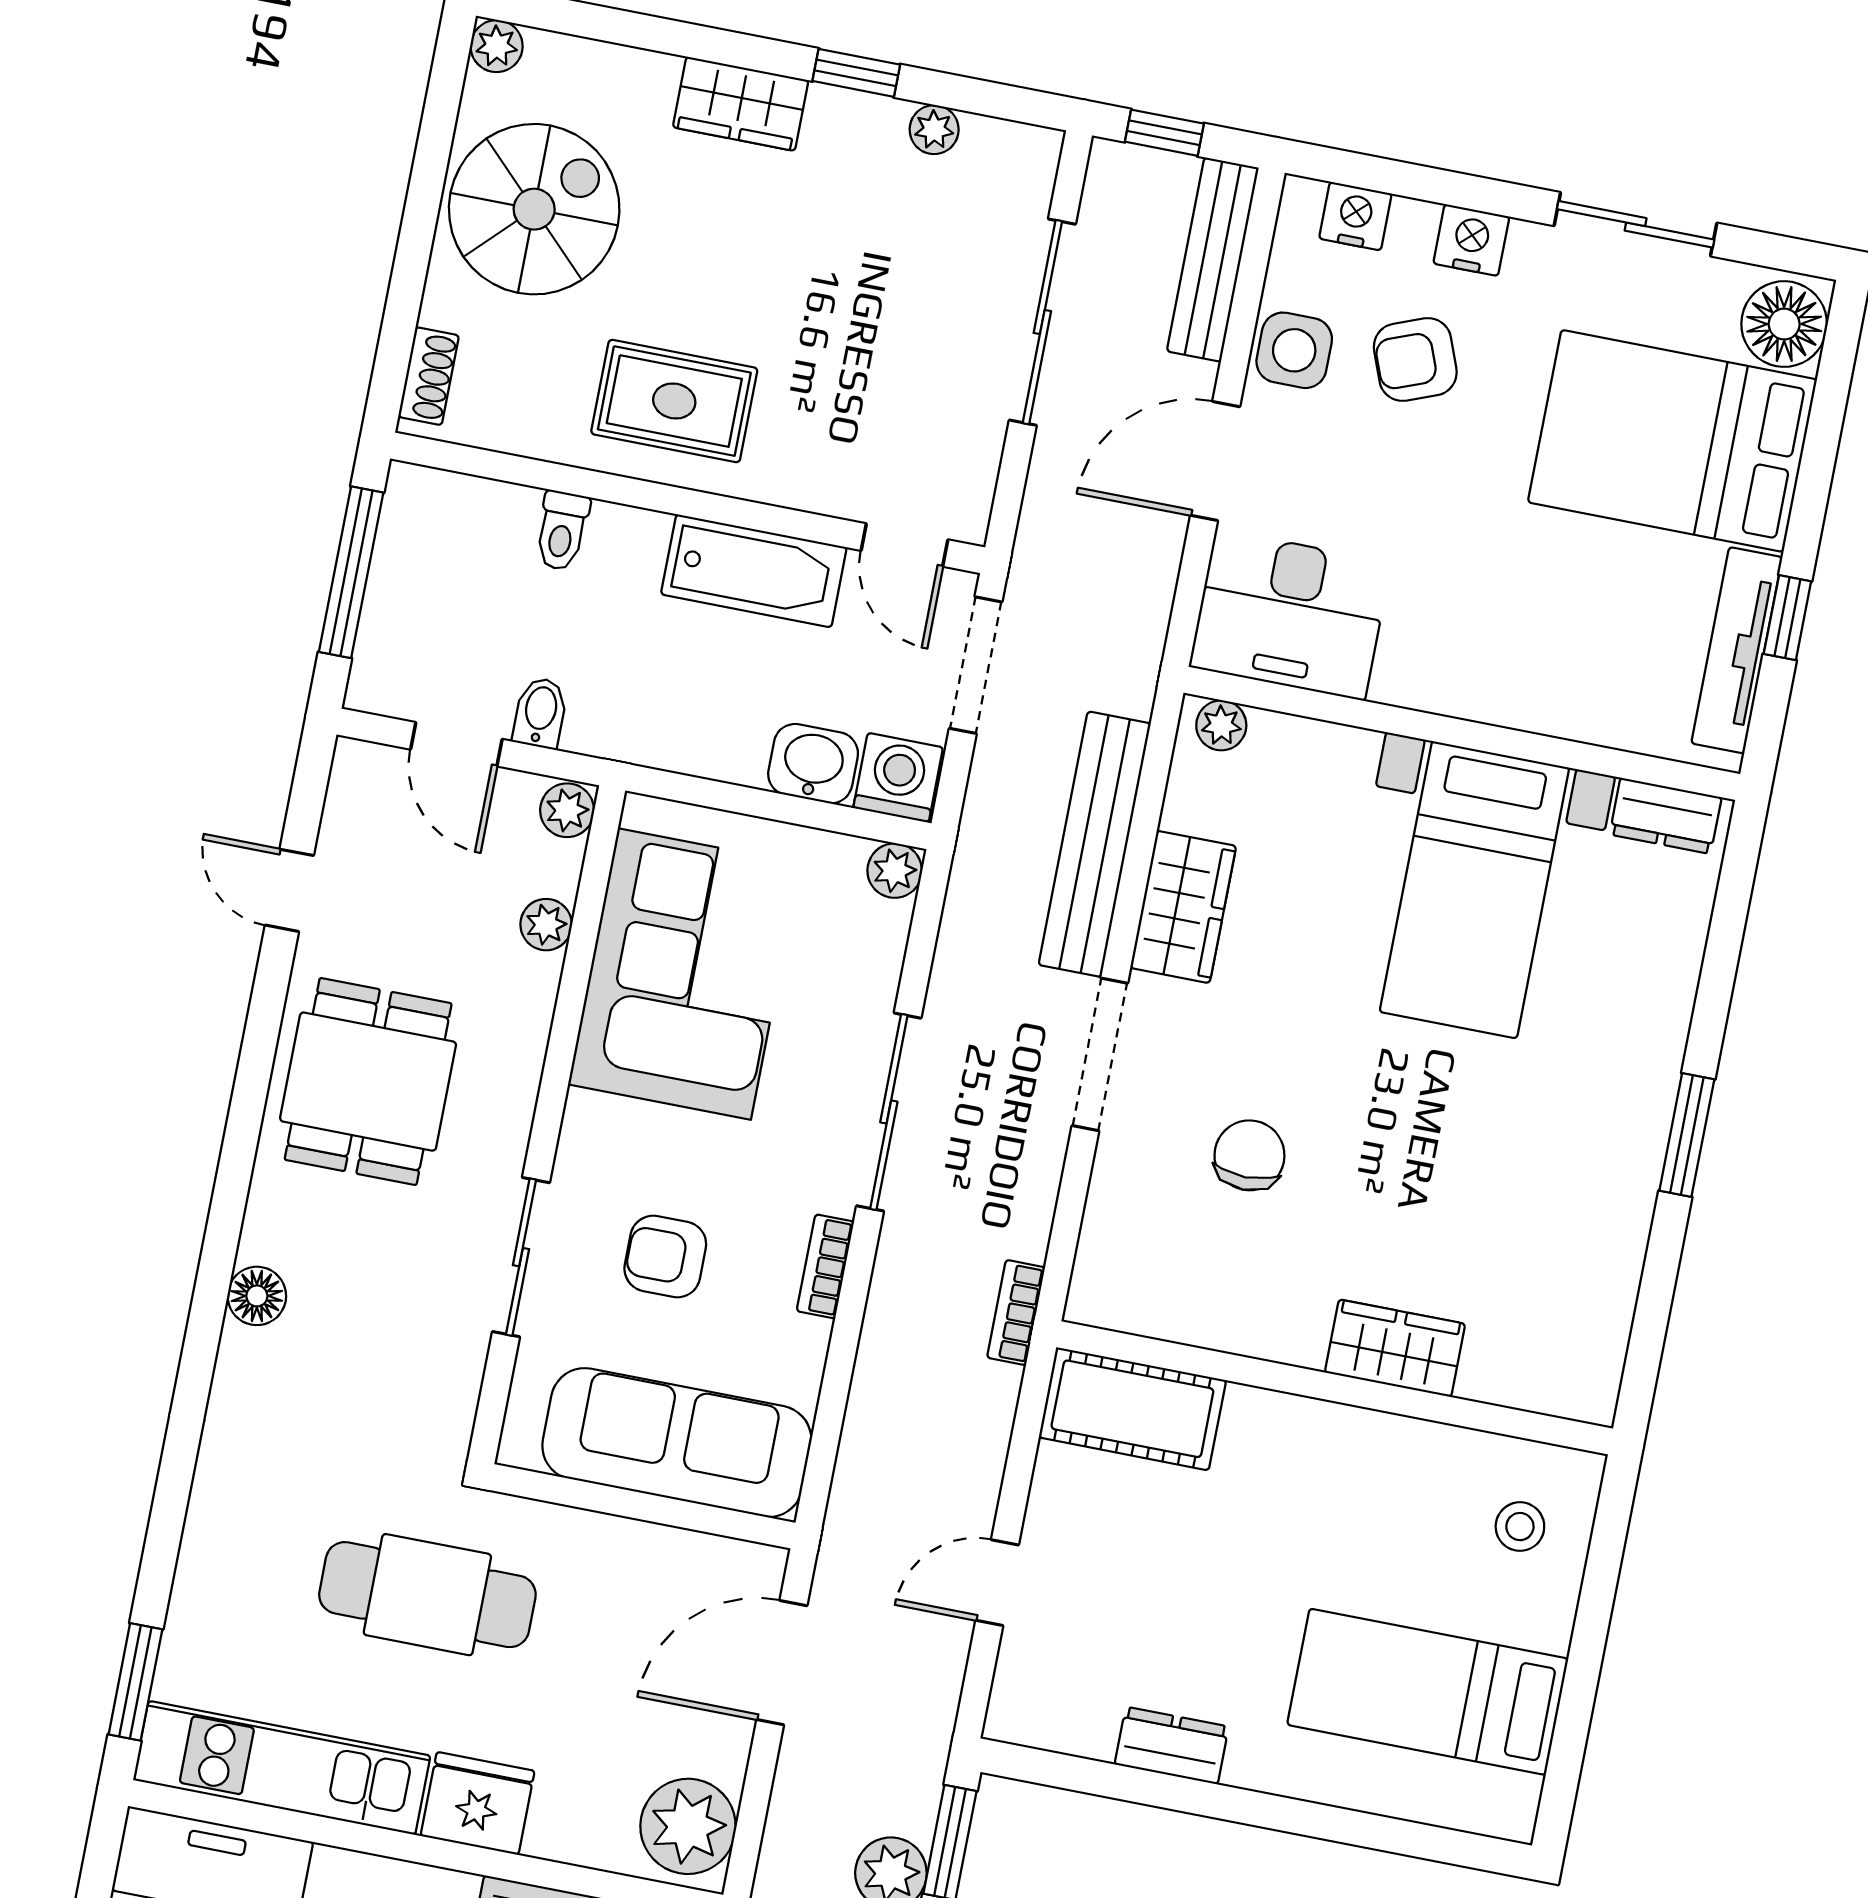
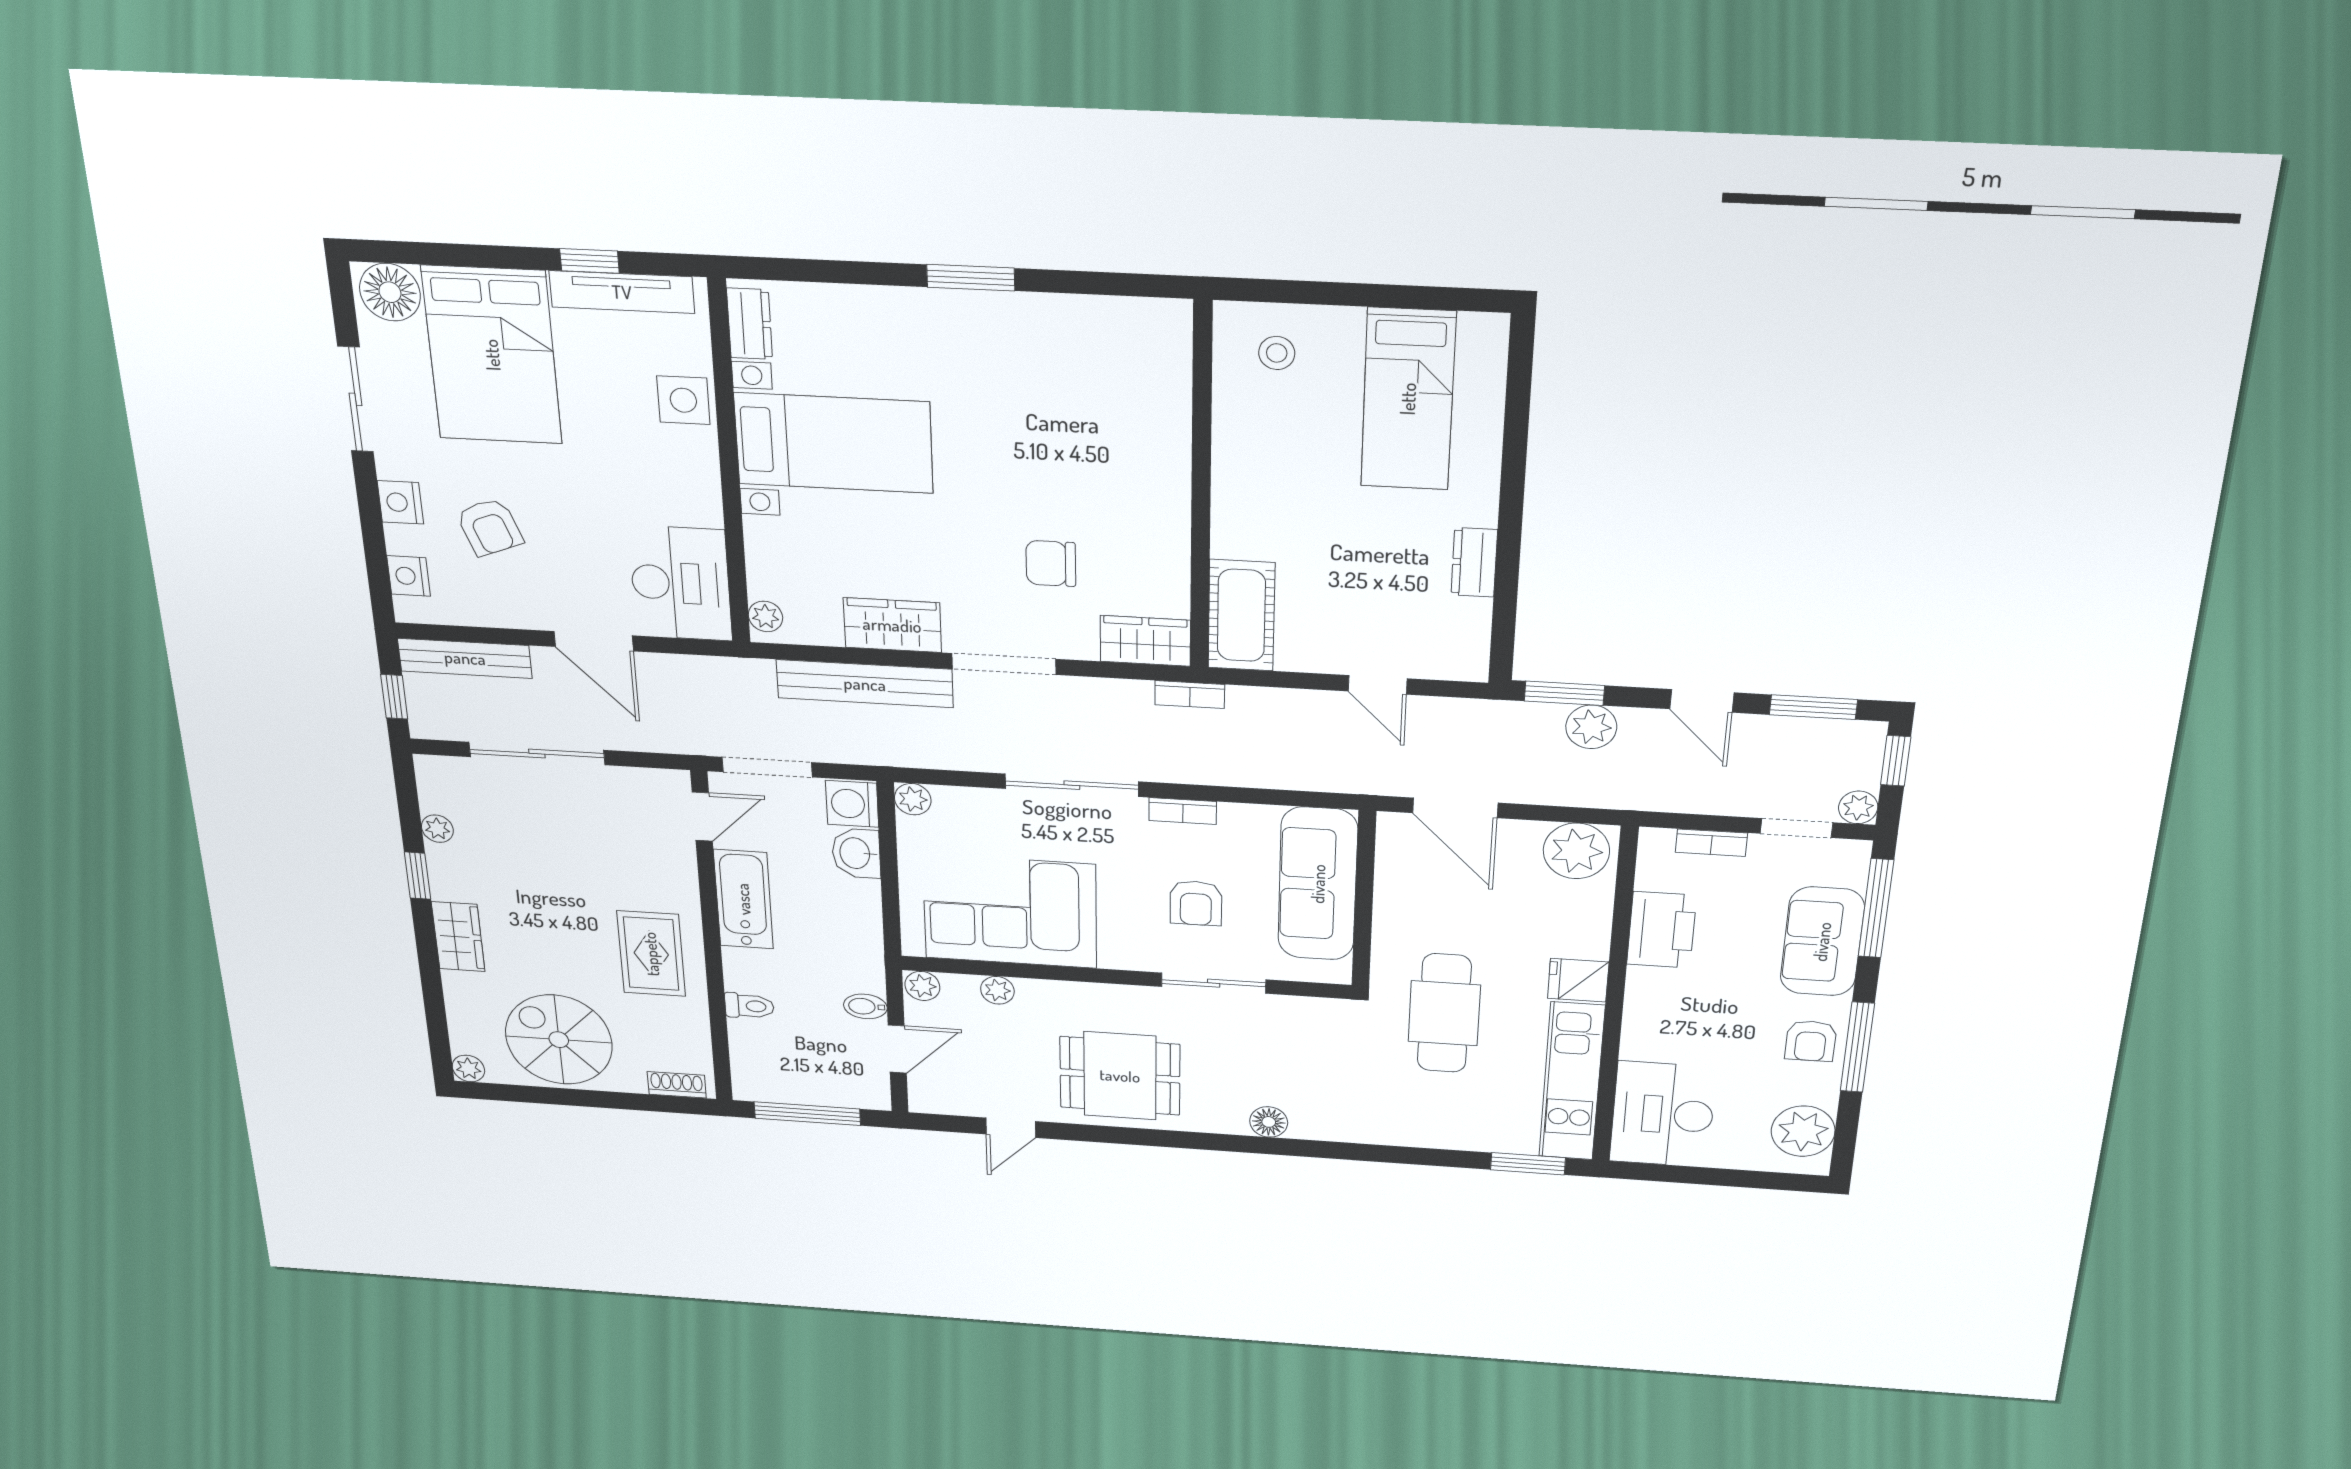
side table: (1294, 350) -> (683, 400), moved
wardrobe: (1395, 1348) -> (1145, 641), moved, turned 90
fridge: (478, 1803) -> (1578, 980), width x0.72

